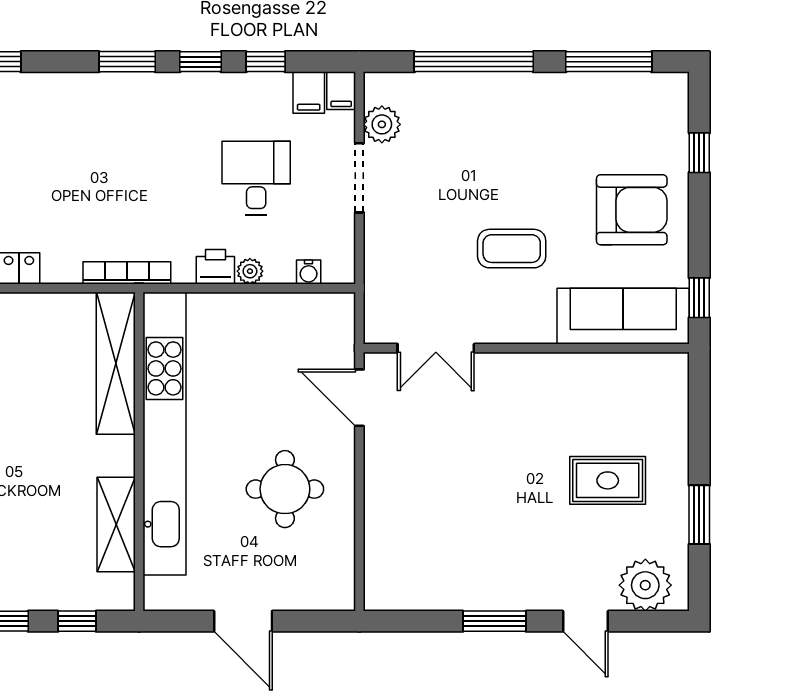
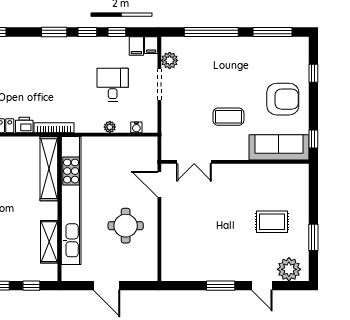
printer: (215, 267) -> (24, 125), moved

